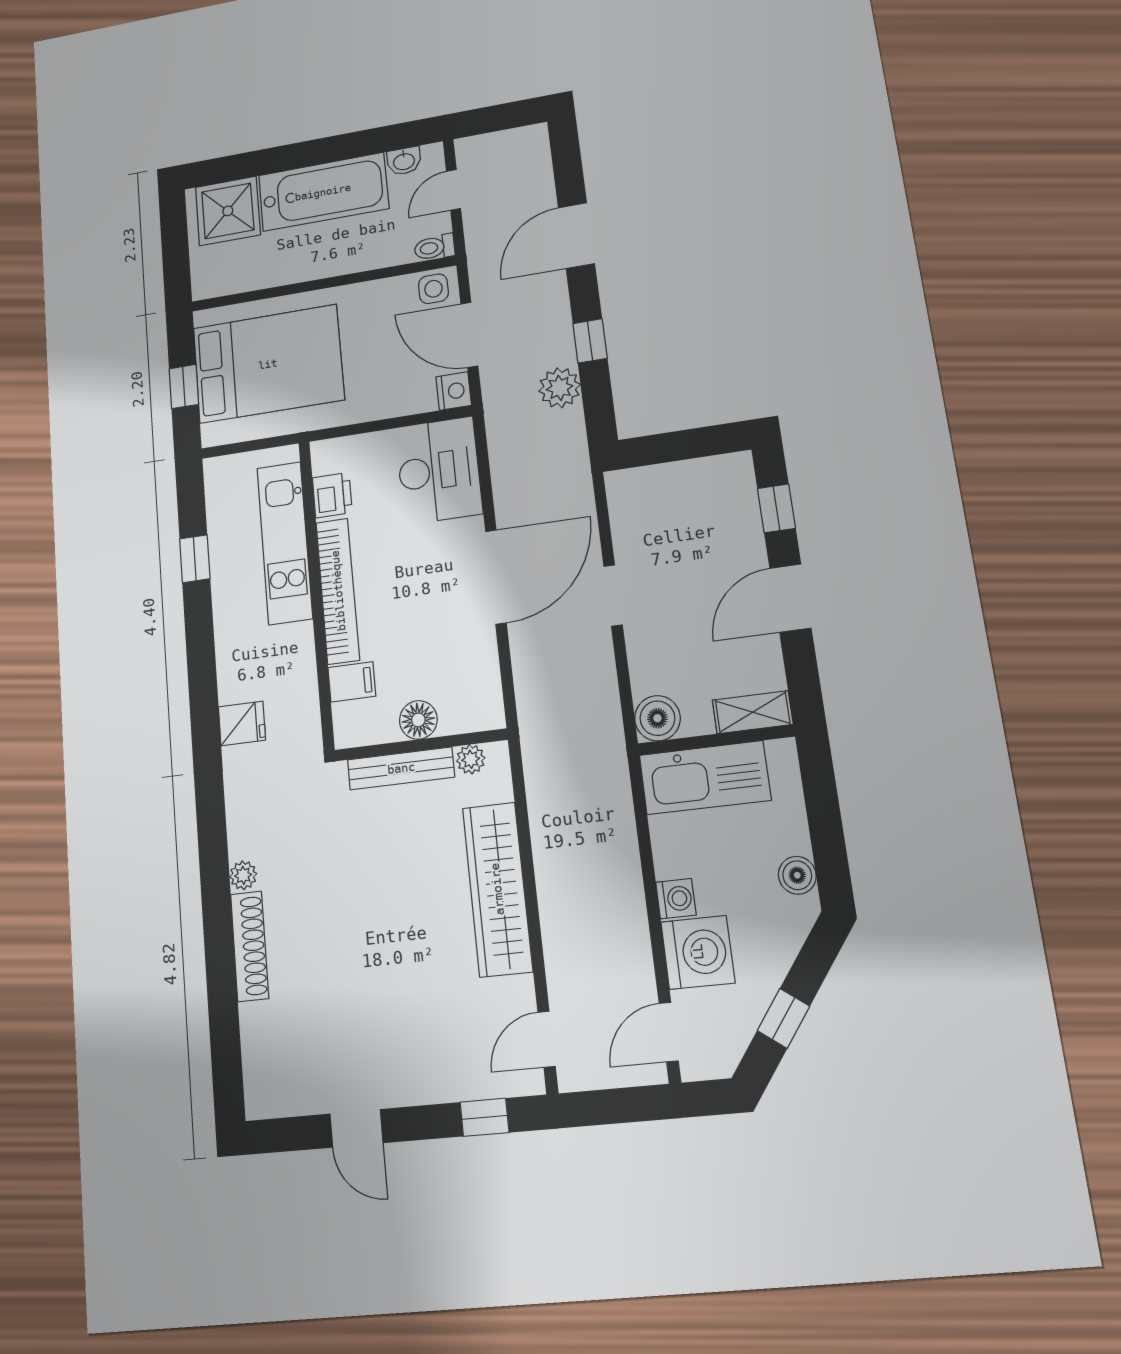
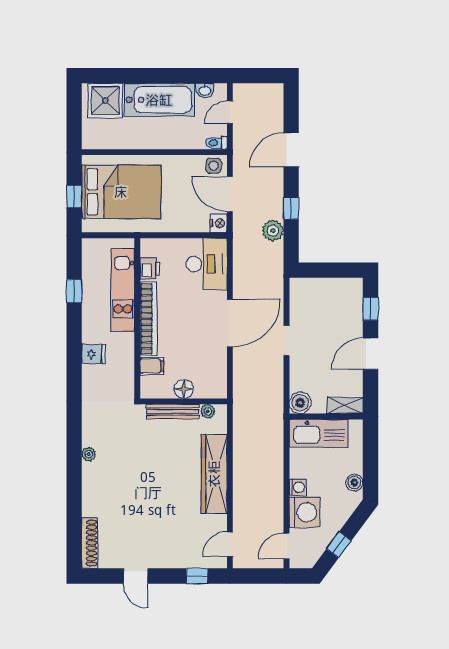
fridge: (242, 723) -> (93, 354), moved
shoe rack: (250, 946) -> (90, 543), moved

